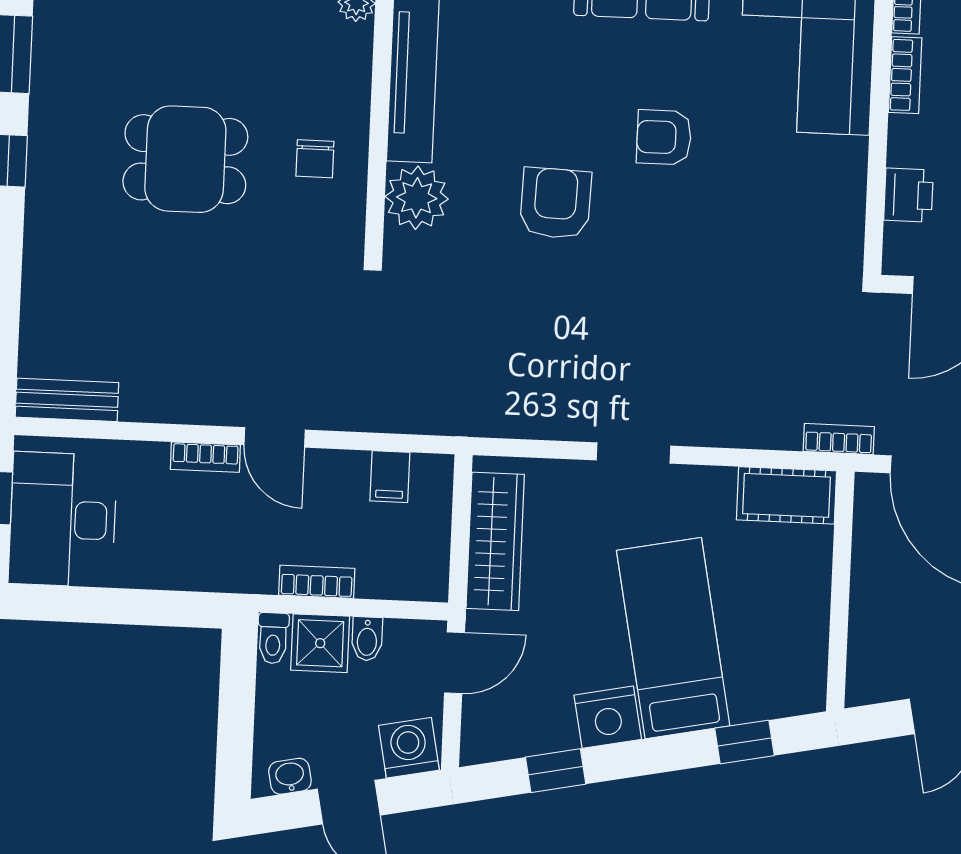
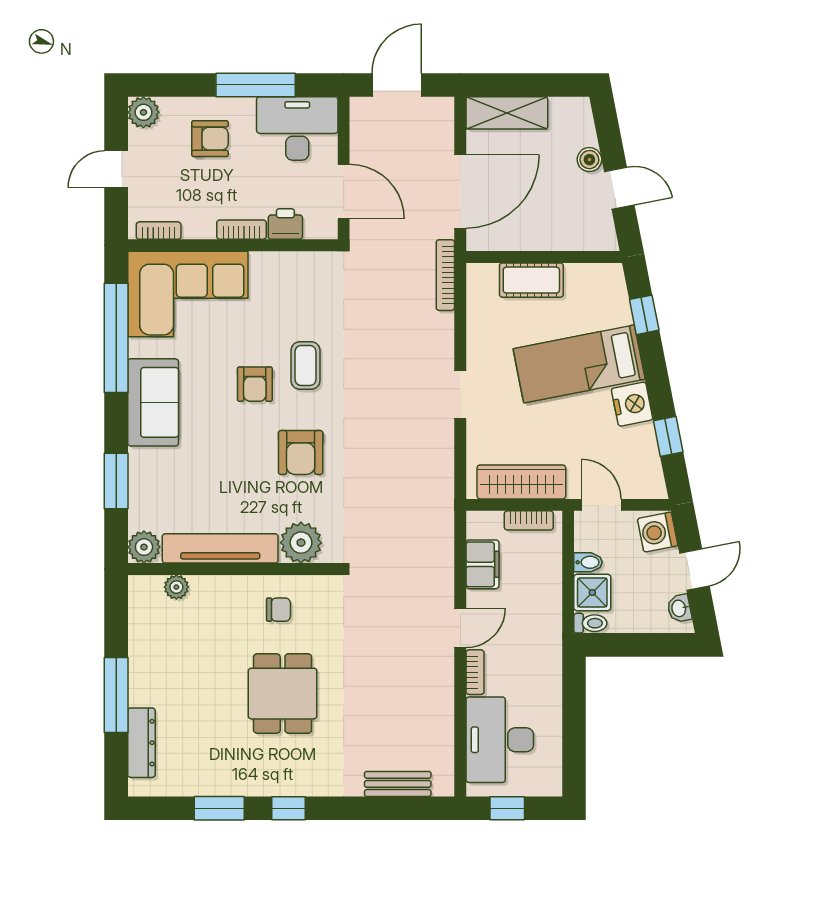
bookcase: (905, 75) -> (241, 230), moved
armchair: (555, 203) -> (301, 453), turned -92
coffee table: (689, 217) -> (305, 365), added
bench: (67, 400) -> (398, 784), moved, turned 90
bookcase: (839, 439) -> (445, 275), width x1.56
filing cabinet: (390, 477) -> (482, 564), width x2.00
cot: (786, 495) -> (531, 280), moved, turned 90
desk: (63, 519) -> (500, 740), moved, turned 90
bookcase: (317, 582) -> (529, 520), moved, turned -90

